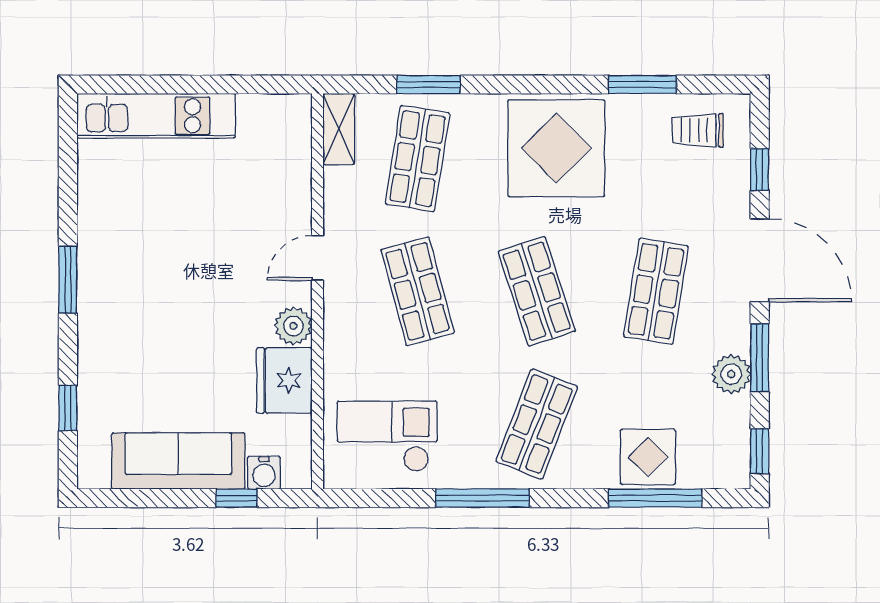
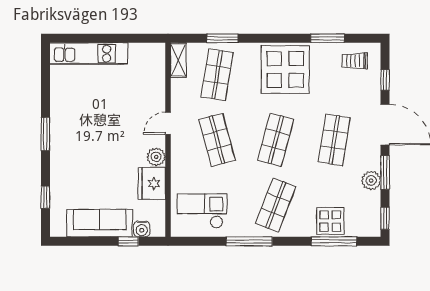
shop shelf: (537, 291) -> (276, 140), turned 33

